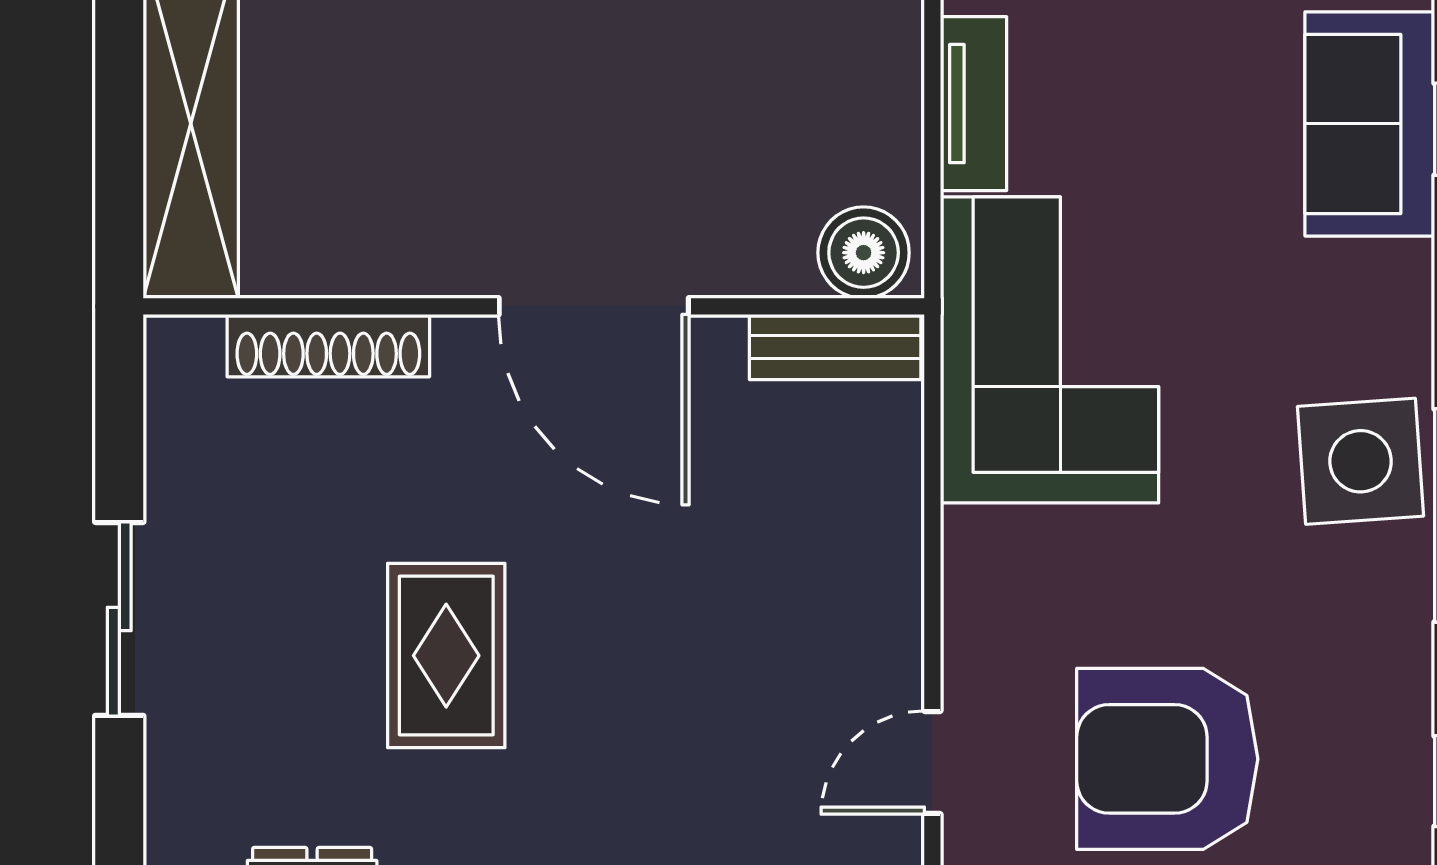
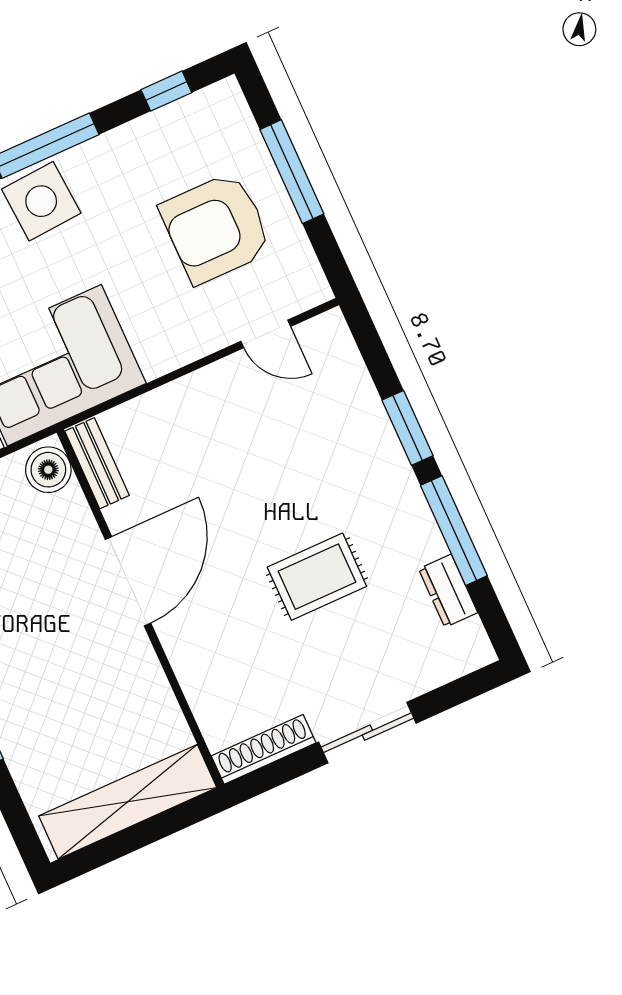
shoe rack: (328, 346) -> (264, 749), moved, turned -90
armchair: (1167, 759) -> (216, 228), turned 90

